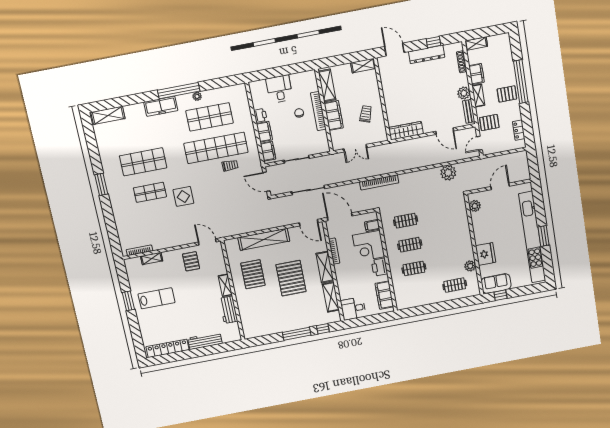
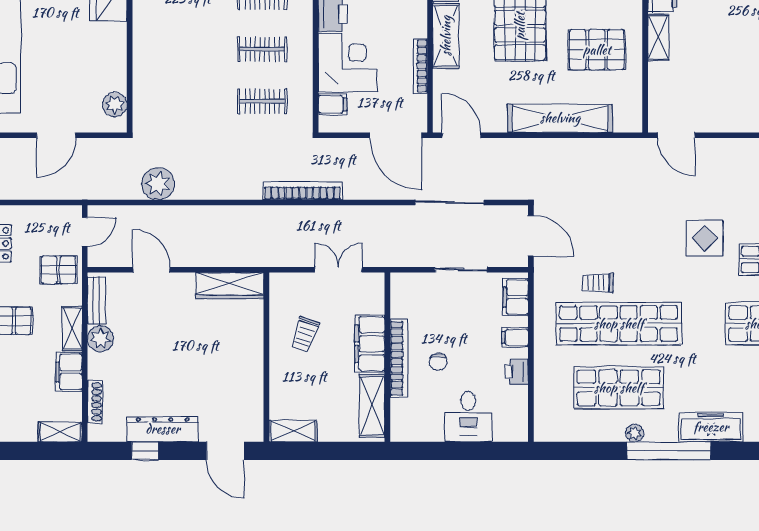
filing cabinet: (264, 132) -> (515, 337), width x0.50
pallet: (191, 261) -> (718, 101), removed
pallet: (253, 274) -> (597, 50), turned 90

